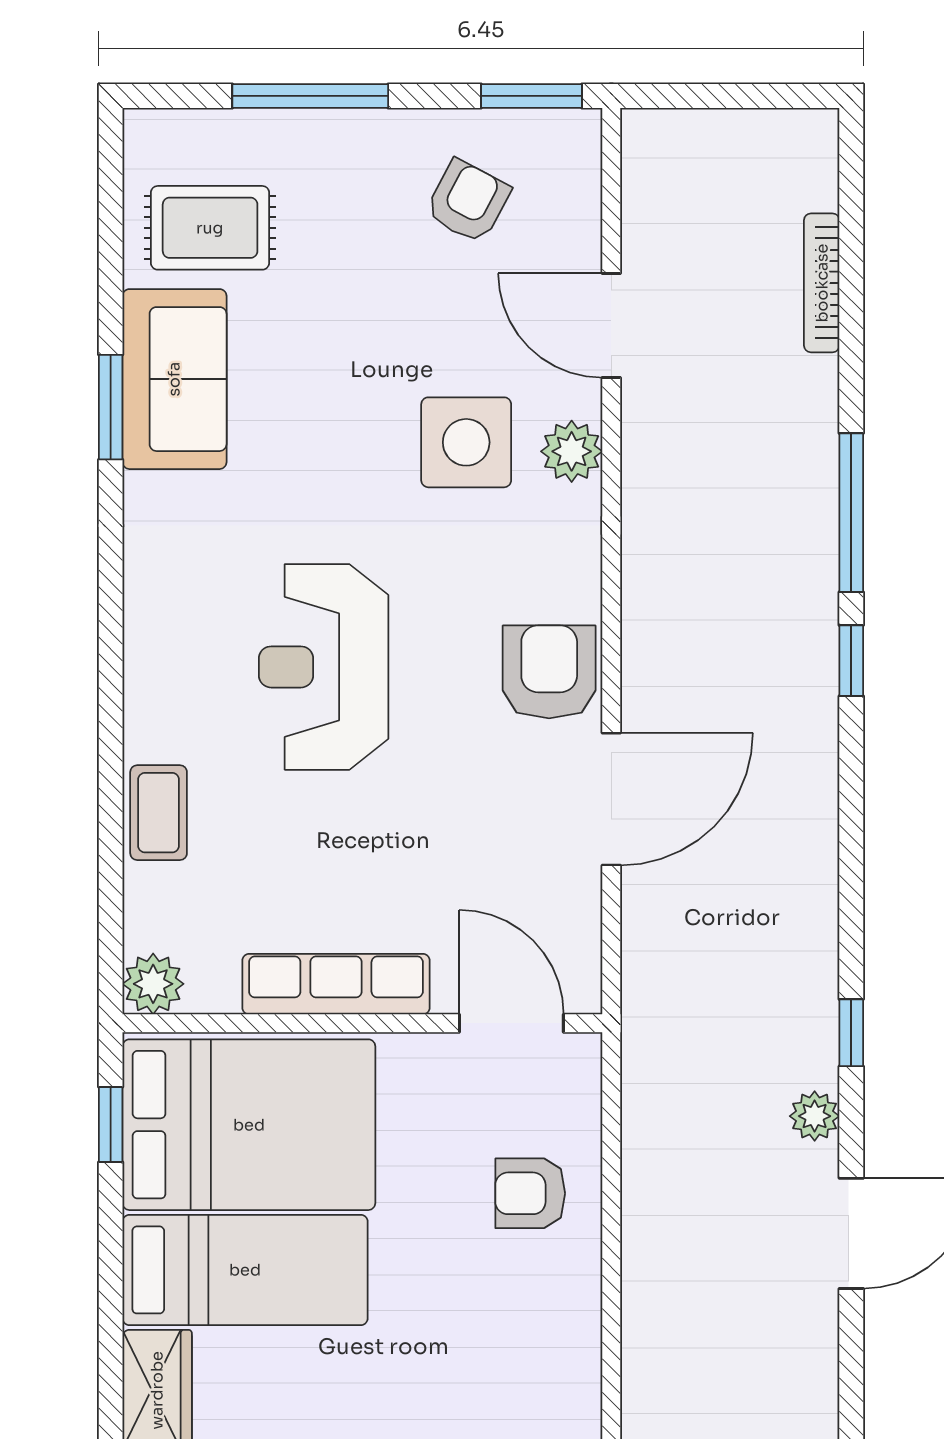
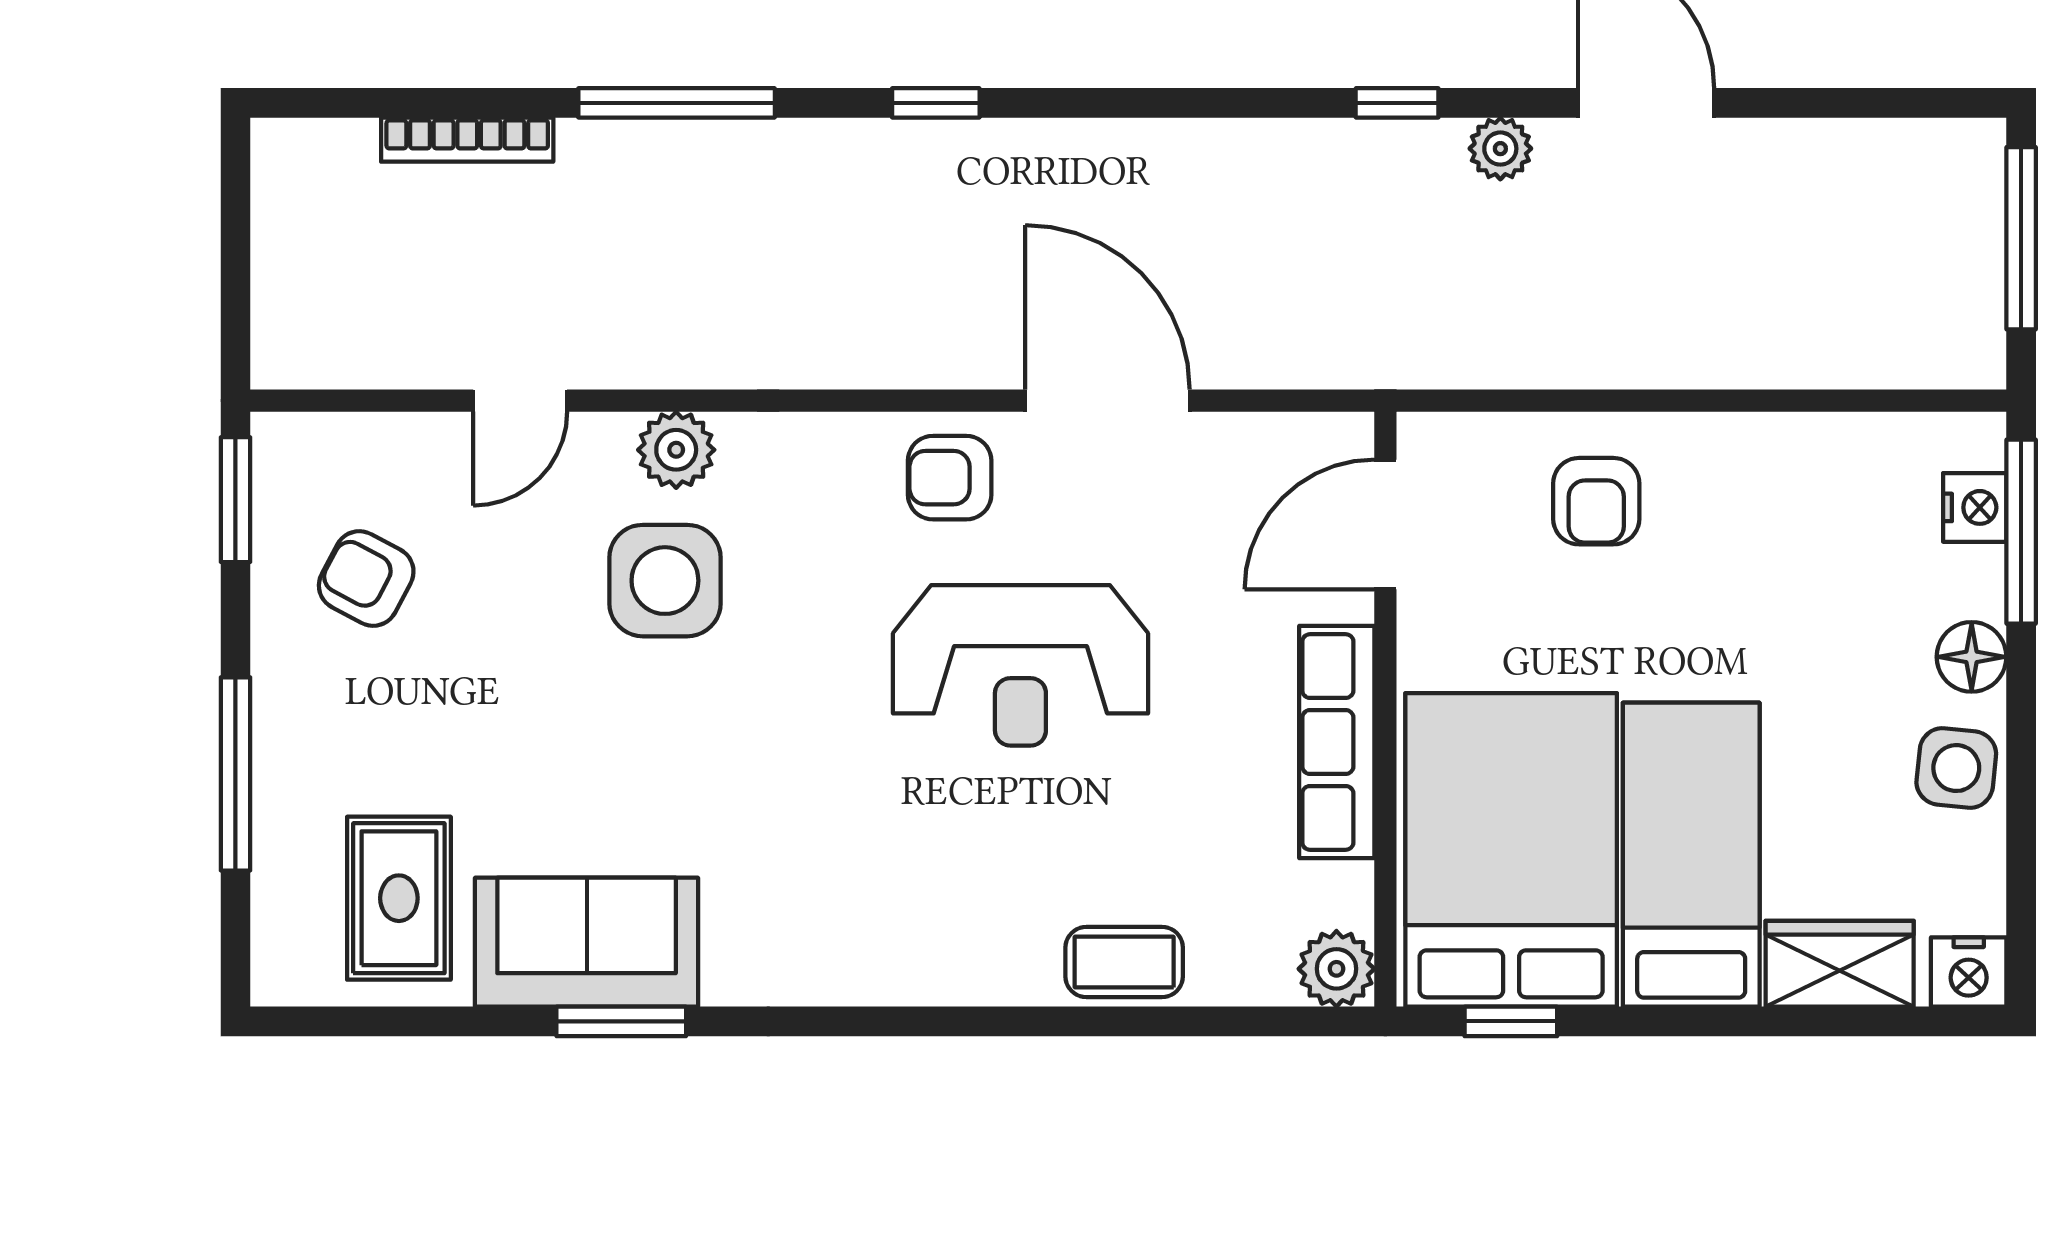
door: (611, 326) -> (520, 401), width x0.73
window: (851, 513) -> (677, 103), moved
reception desk: (324, 667) -> (1020, 665), moved
armchair: (549, 672) -> (950, 478), width x0.72, depth x0.72

